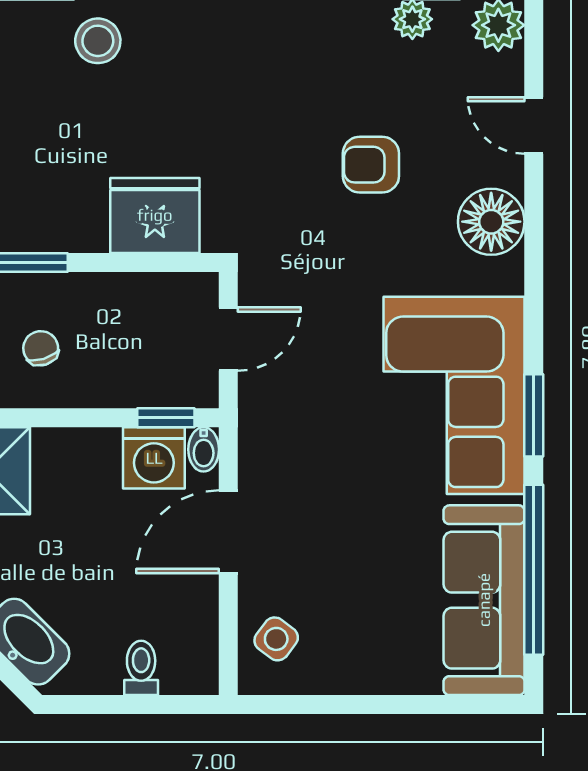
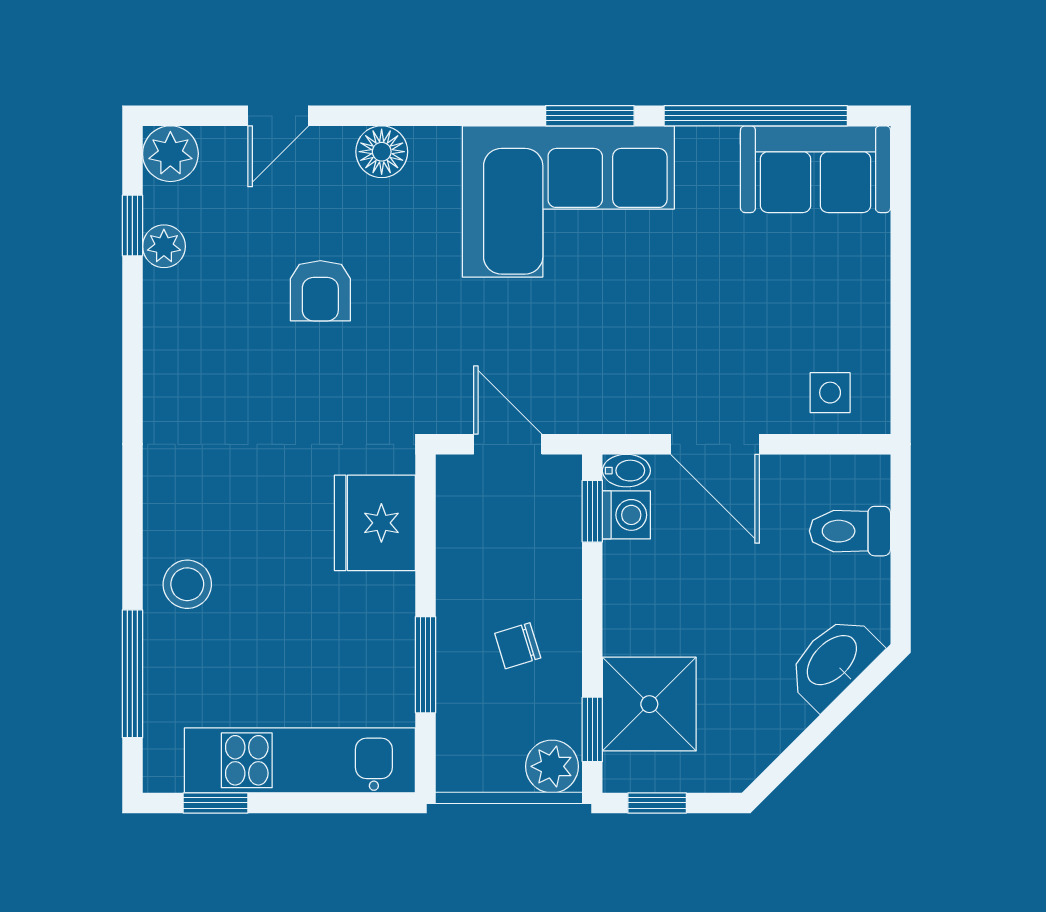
floor lamp: (491, 222) -> (382, 152), width x0.73, depth x0.73
washing machine: (154, 458) -> (626, 515), width x0.73, depth x0.73
sofa: (484, 600) -> (815, 169), width x0.73
side table: (276, 639) -> (830, 393), turned -37
toilet: (141, 668) -> (850, 531), width x1.37, depth x1.39

